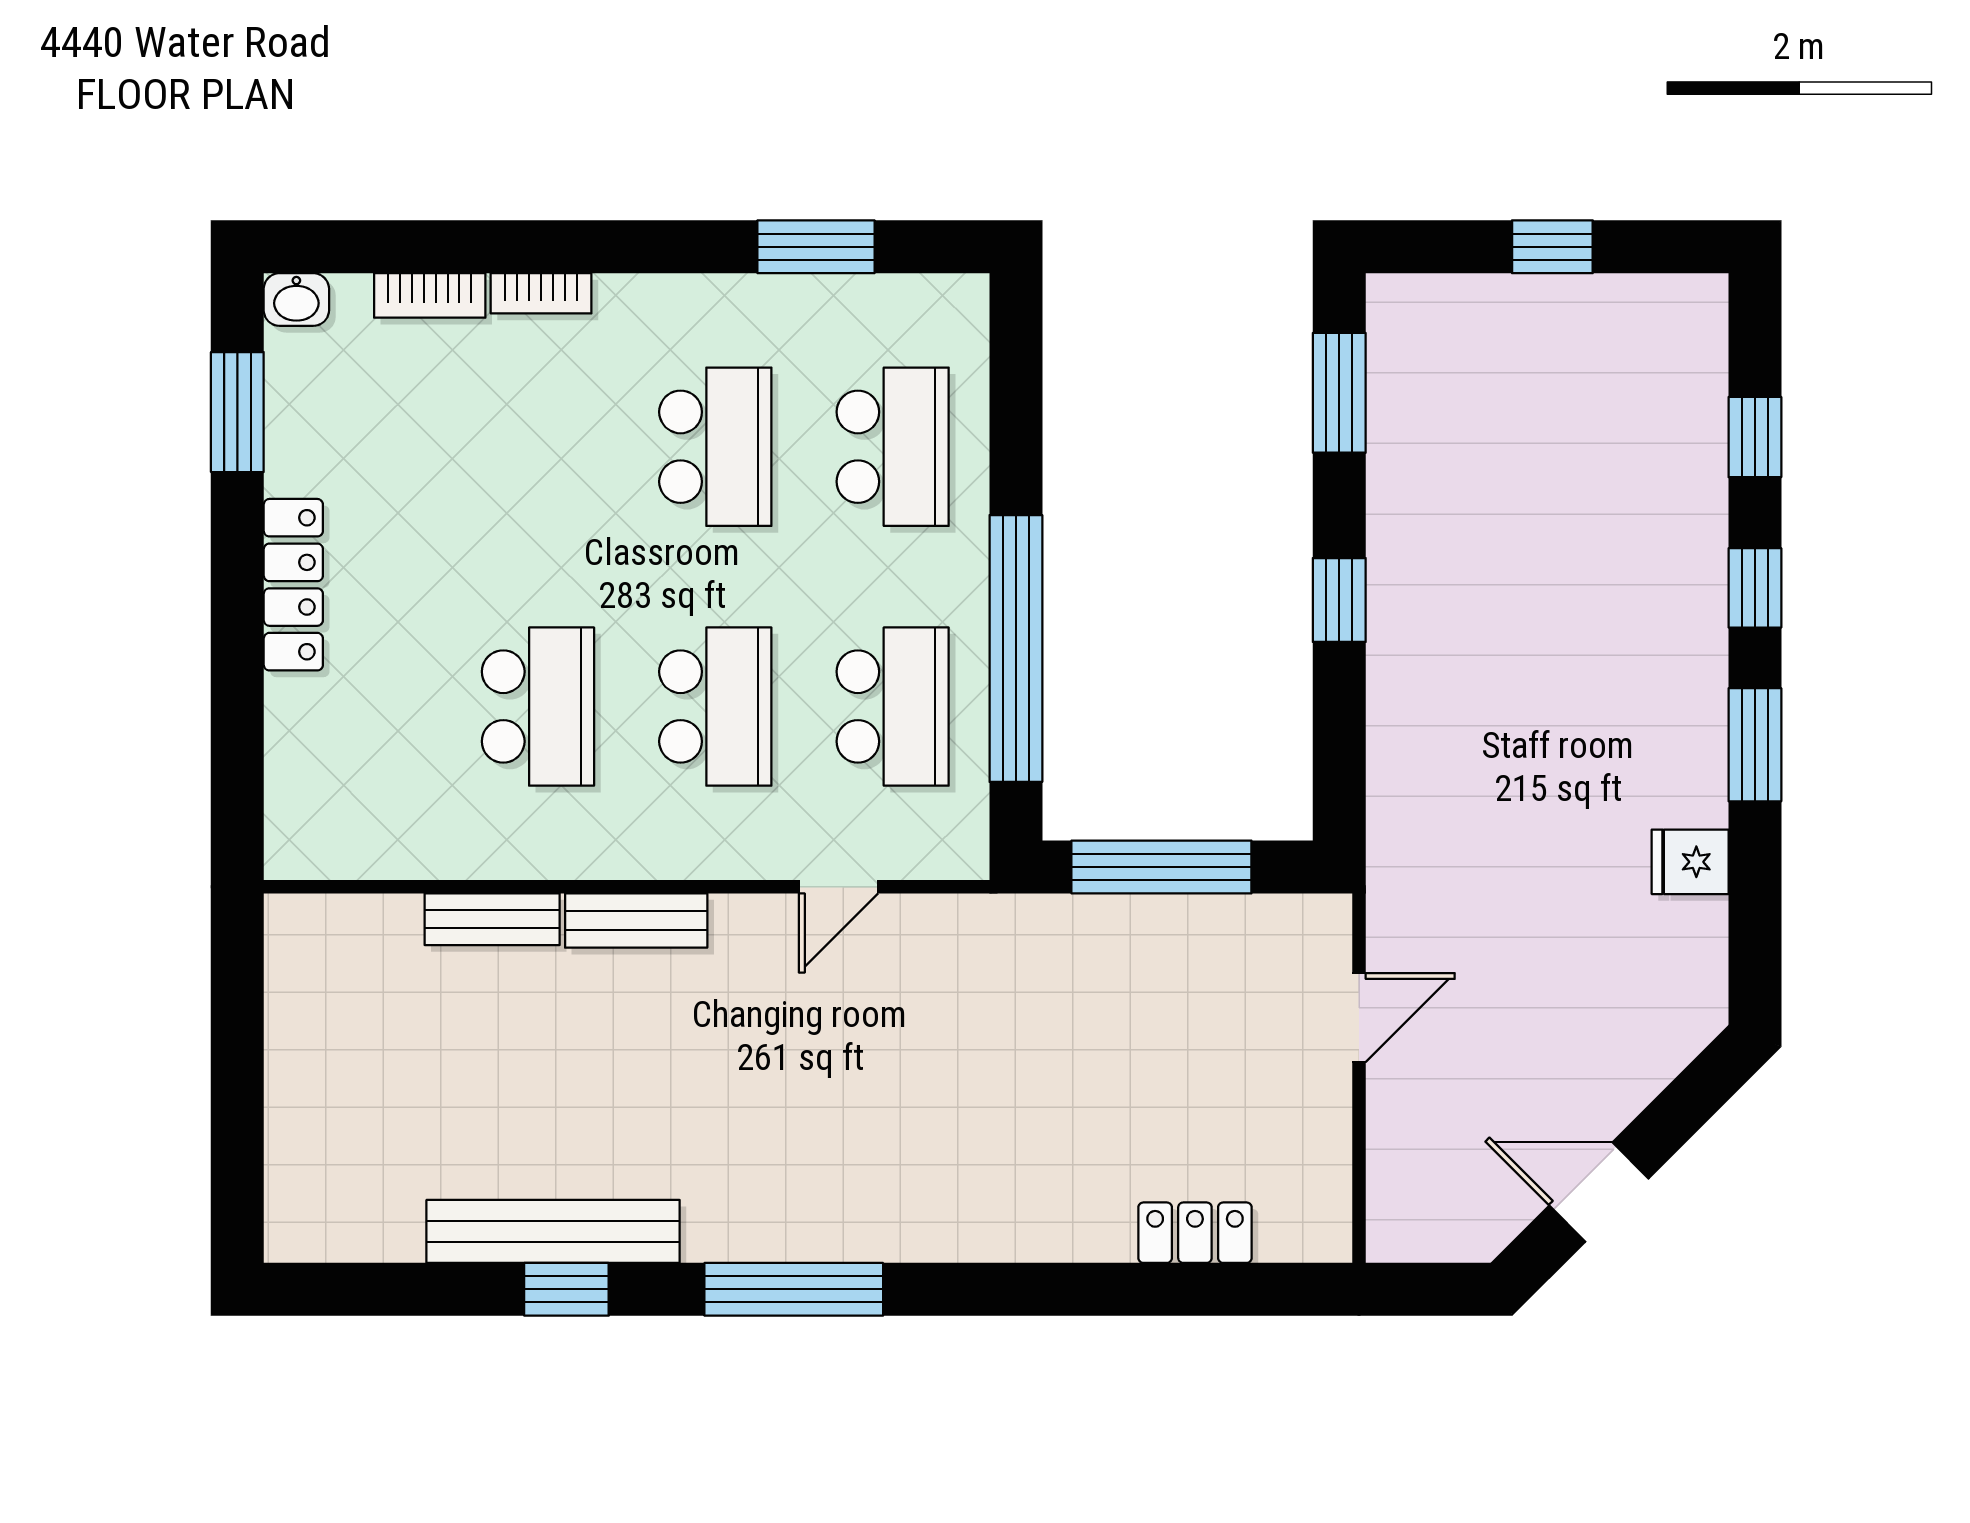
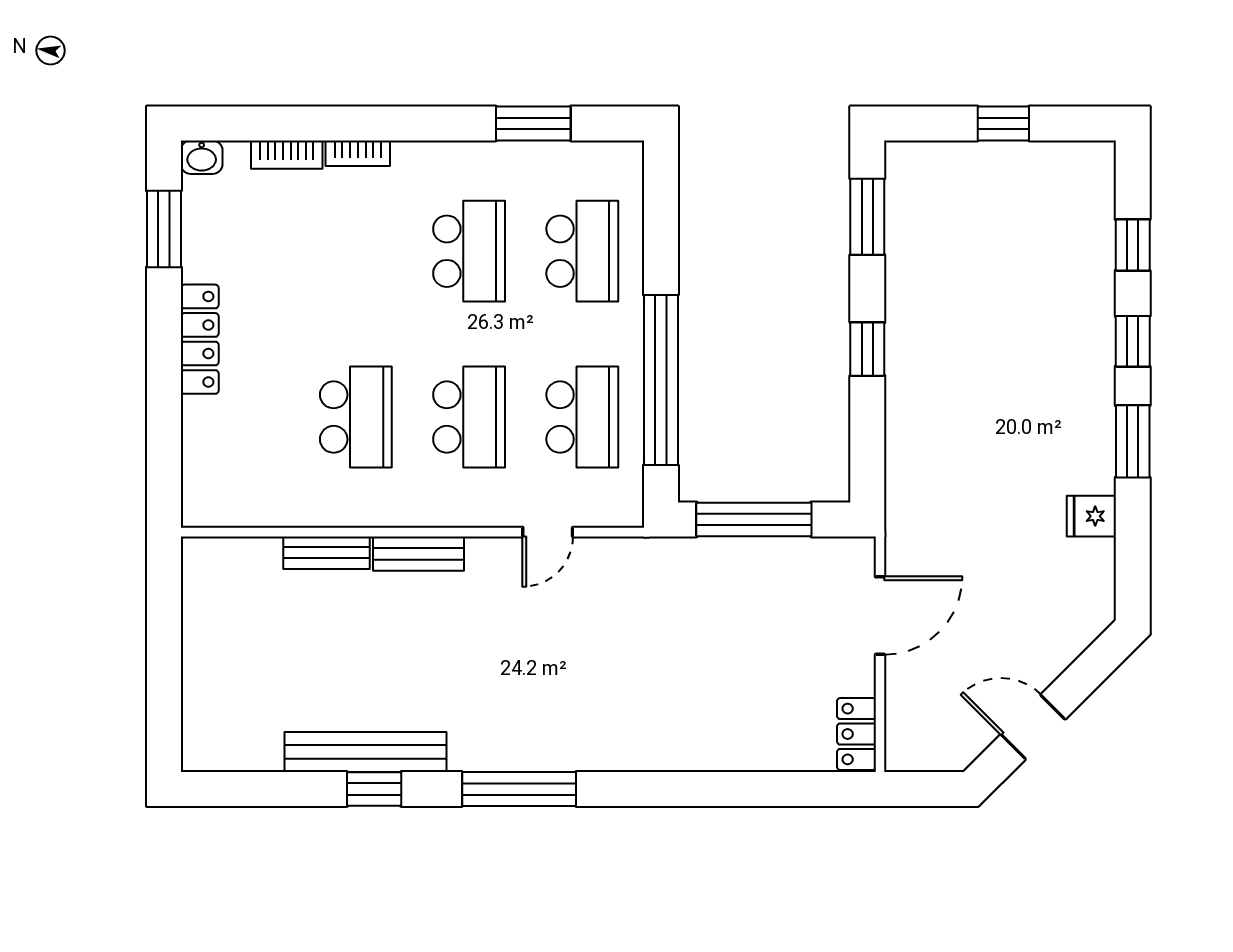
door: (1359, 1018) -> (880, 616), width x1.38
locker: (1195, 1233) -> (856, 734), moved, turned -90

